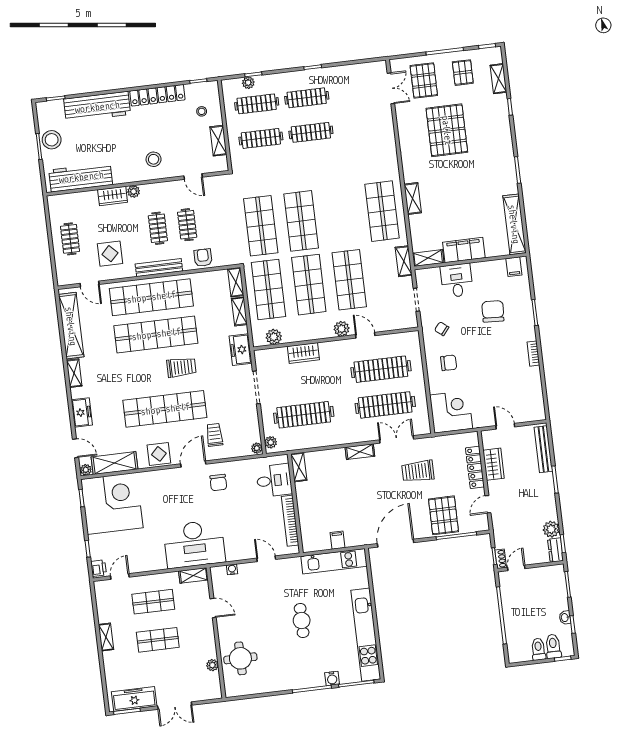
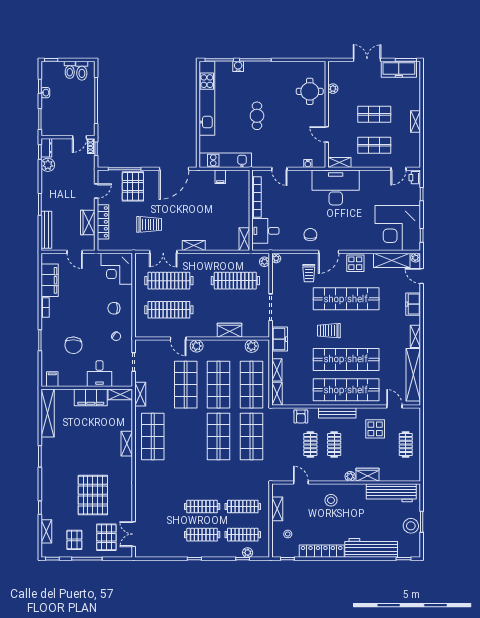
filing cabinet: (532, 388) -> (50, 280), added
toilet: (553, 646) -> (82, 71), moved

